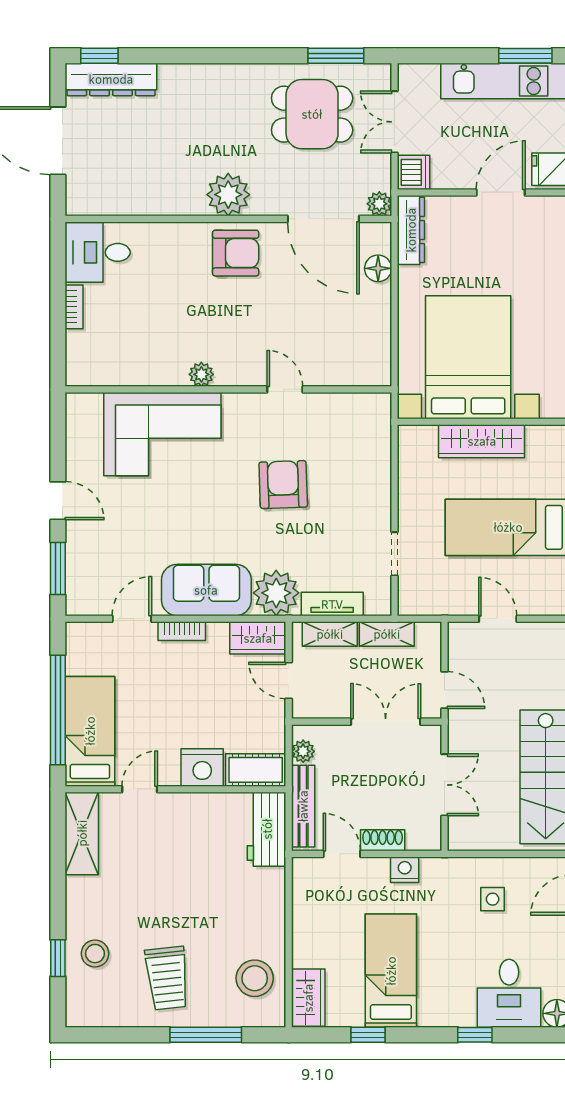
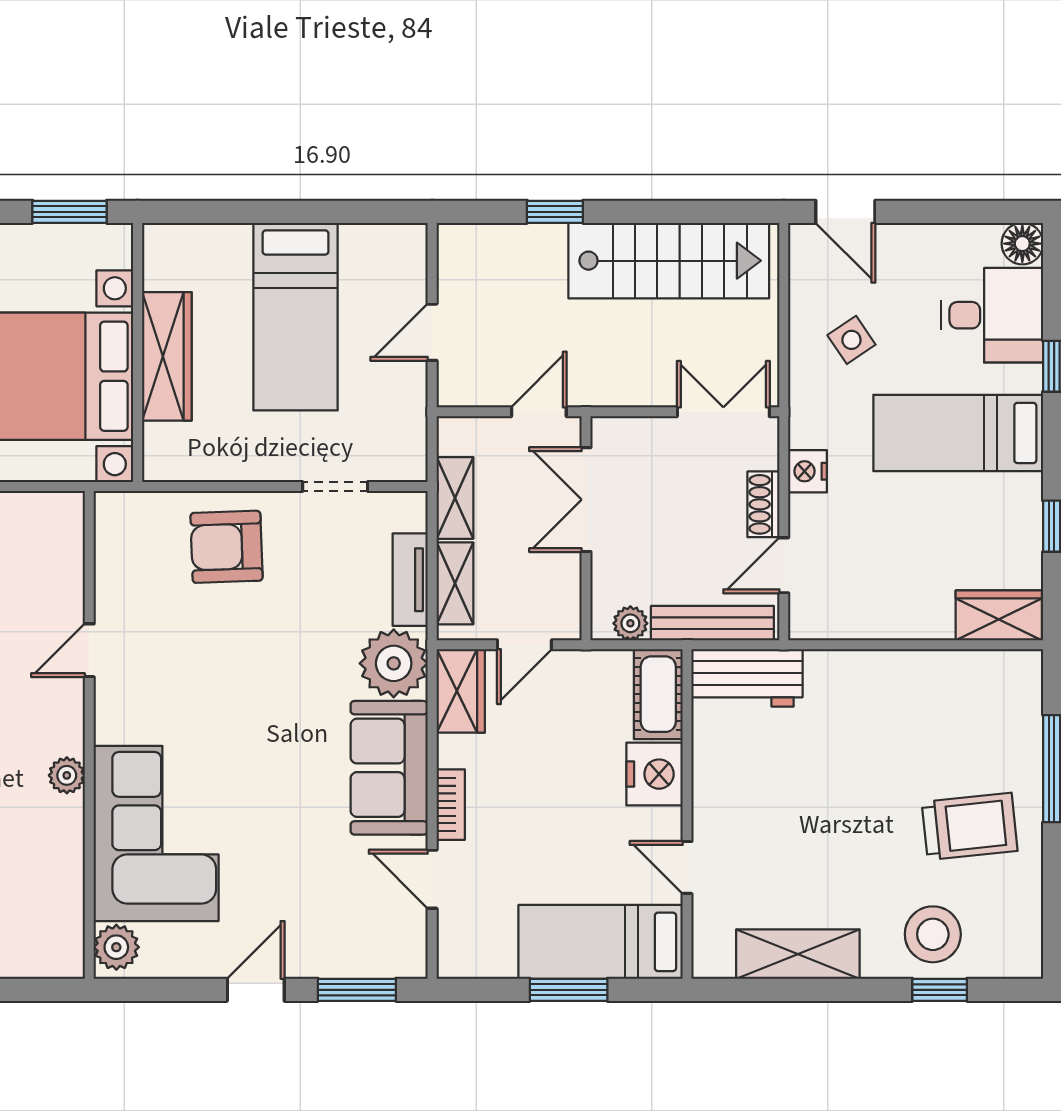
plant: (86, 407) -> (116, 947), added
armchair: (283, 485) -> (226, 547), moved
window: (58, 710) -> (569, 990), width x0.47
double door: (444, 785) -> (723, 412), moved
shelving: (82, 833) -> (798, 954), moved
side table: (493, 899) -> (851, 340), turned -34
stool: (95, 954) -> (933, 934), width x1.38, depth x1.38
bed: (391, 971) -> (958, 433), moved
stool: (255, 978) -> (970, 696), removed

